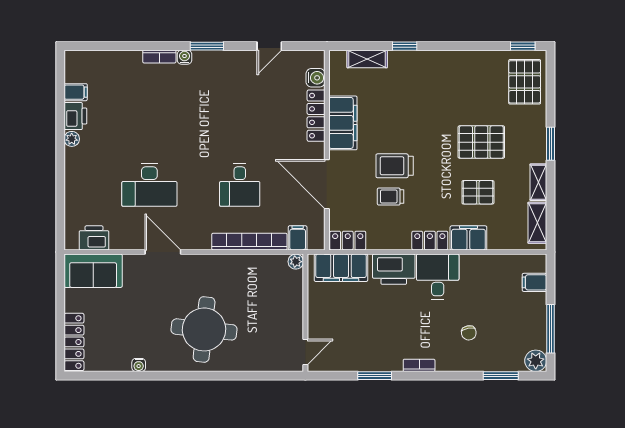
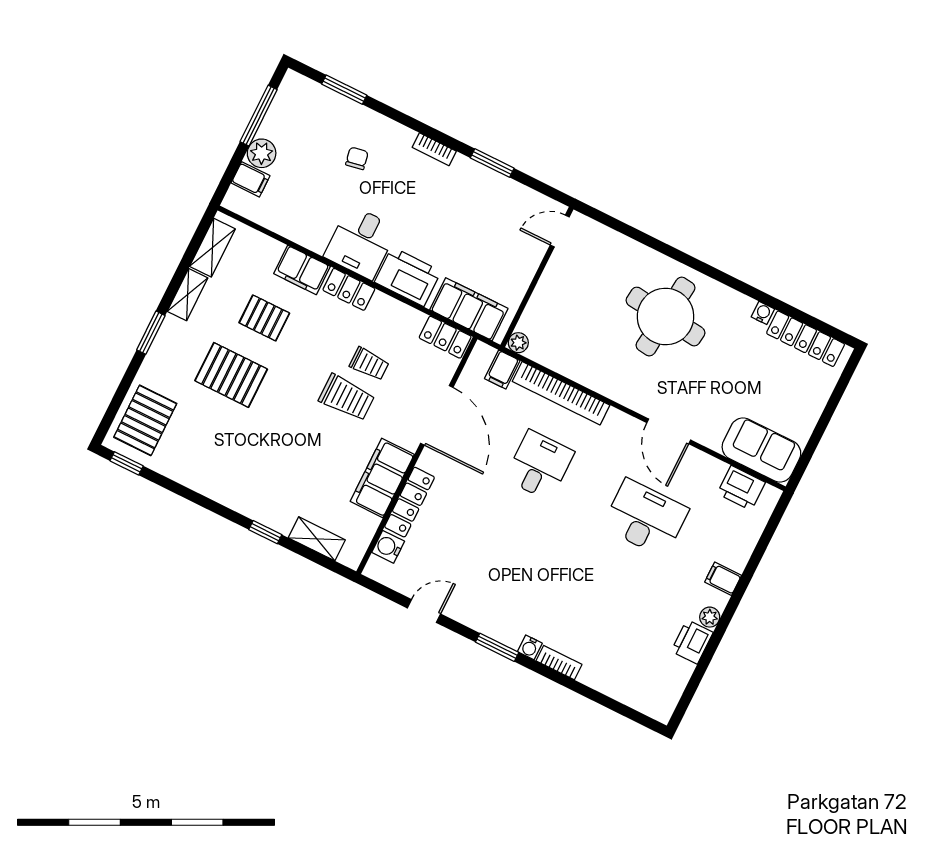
filing cabinet: (76, 92) -> (723, 579), moved
locker: (74, 342) -> (806, 339), moved, turned -90
plant: (536, 361) -> (262, 153), moved

